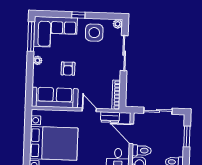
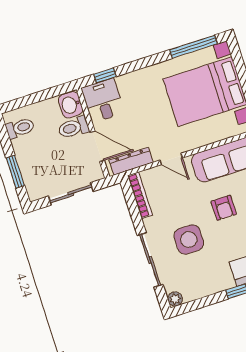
side table: (94, 33) -> (189, 239), moved
armchair: (68, 69) -> (224, 208), turned 180
dresser: (110, 117) -> (131, 161), width x1.44

